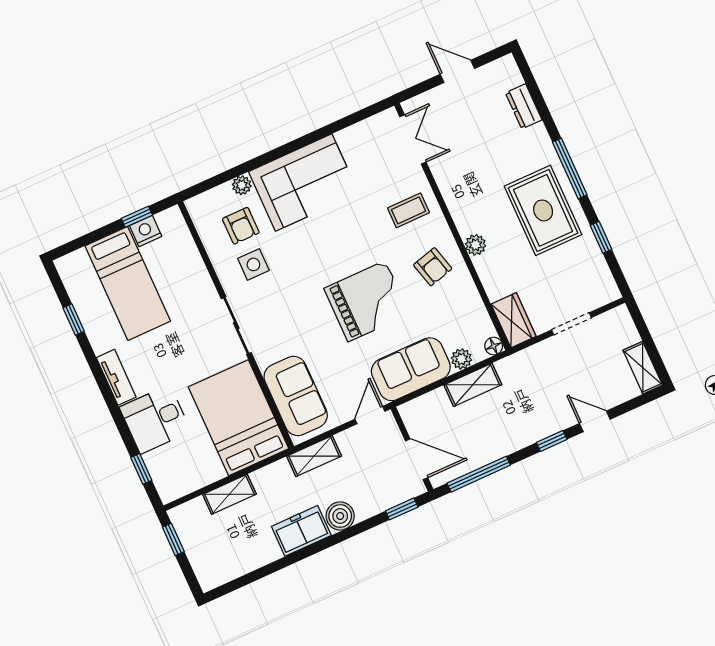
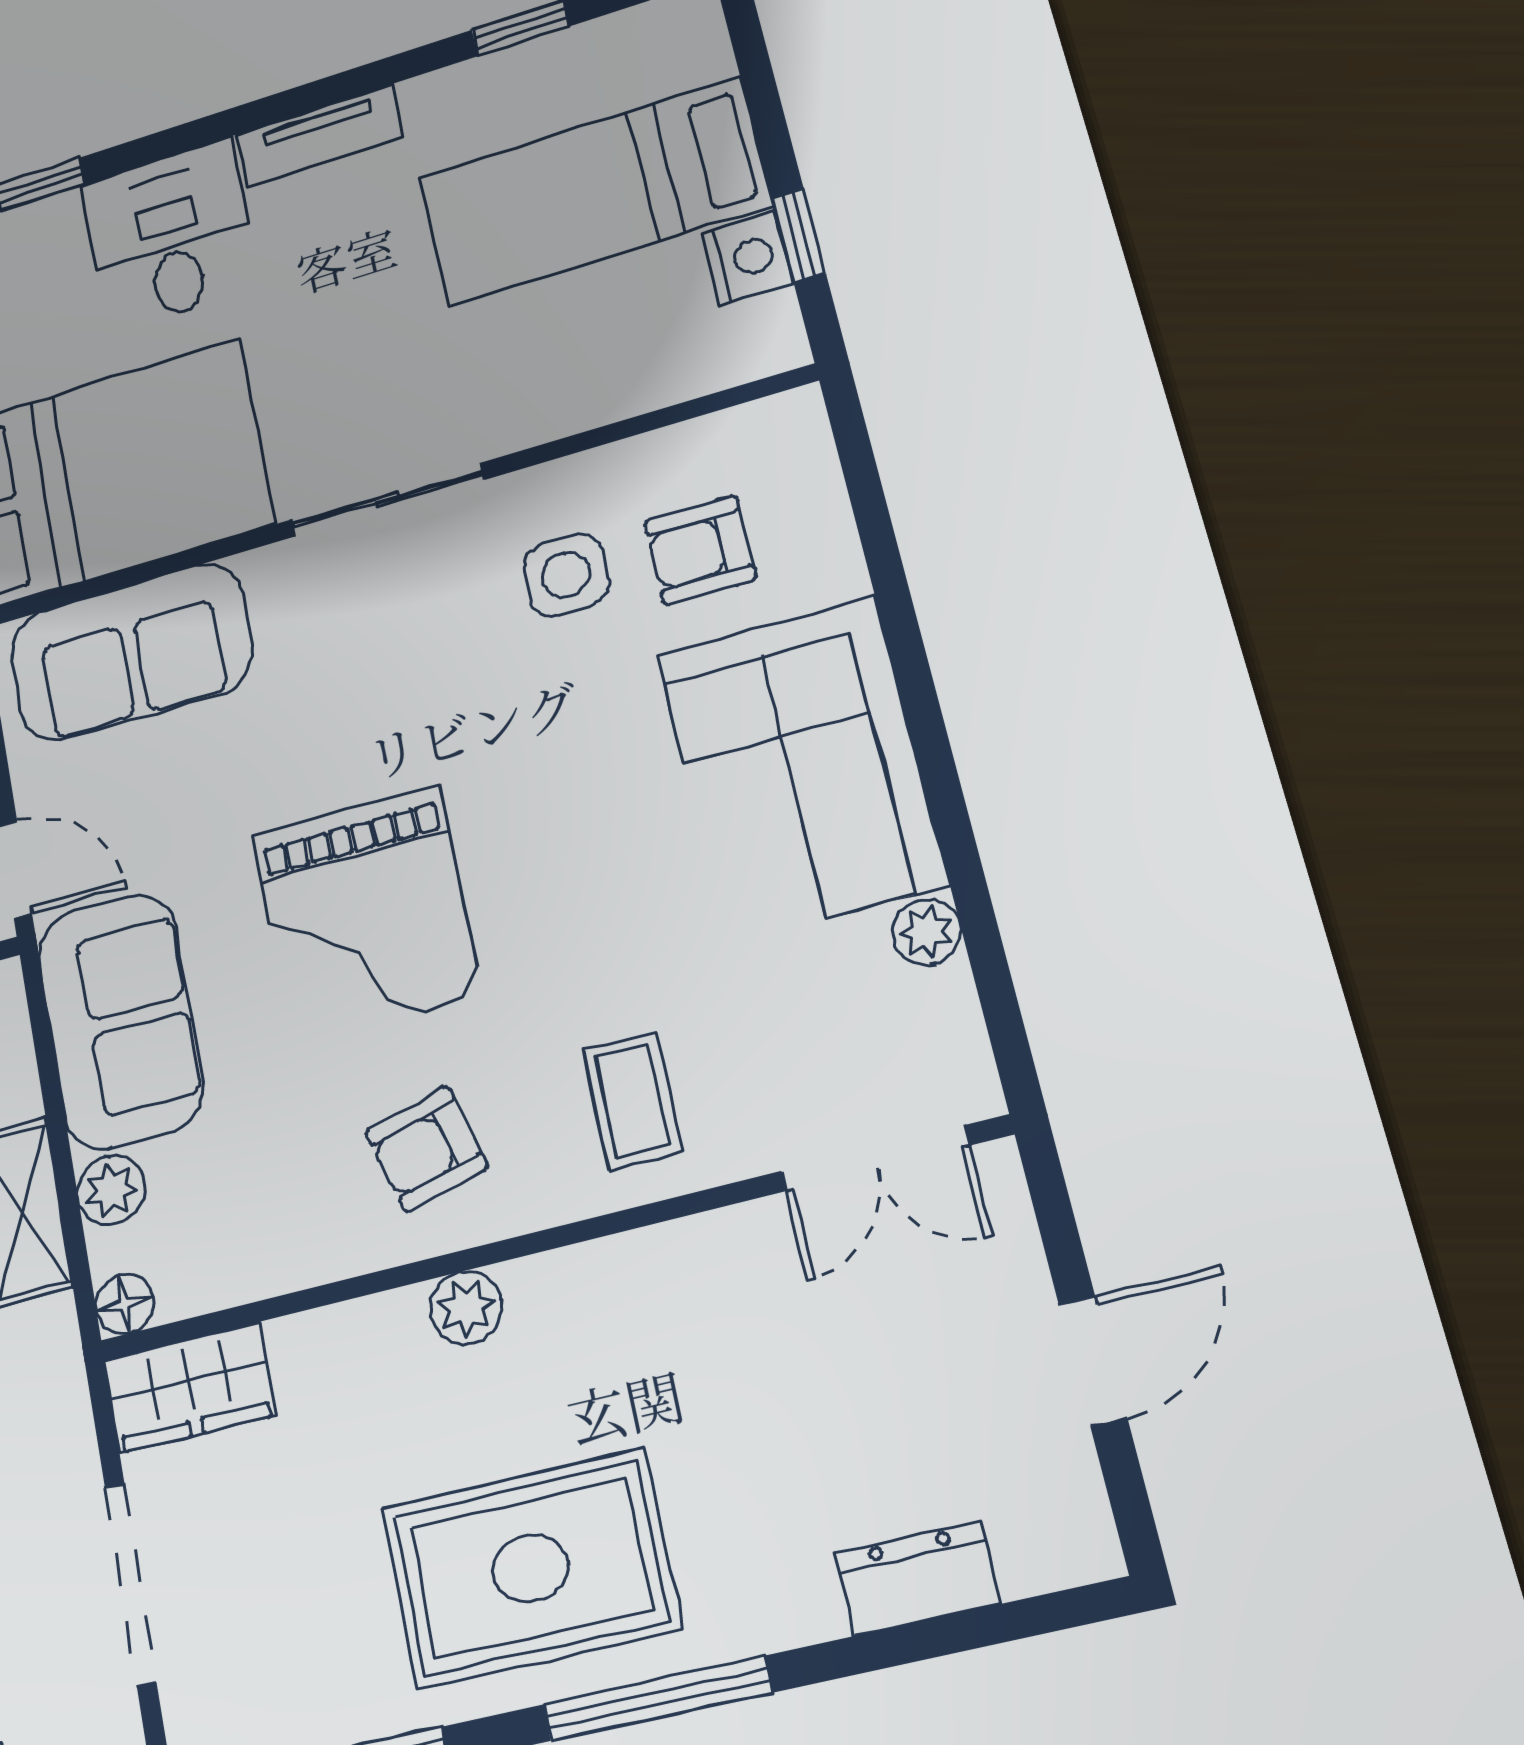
plant: (242, 185) -> (926, 932), moved
doorway: (571, 324) -> (130, 1584), width x1.38

